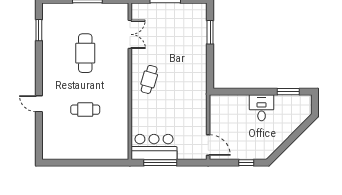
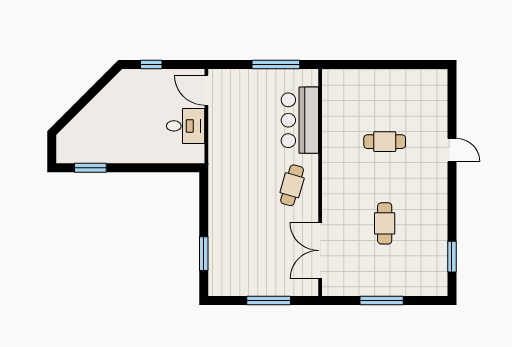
double door: (130, 34) -> (320, 251), width x1.37
cafe table: (85, 53) -> (385, 223), width x0.73, depth x0.74
desk: (262, 108) -> (186, 126), moved, turned -90
bar counter: (154, 147) -> (300, 120), moved, turned 90

